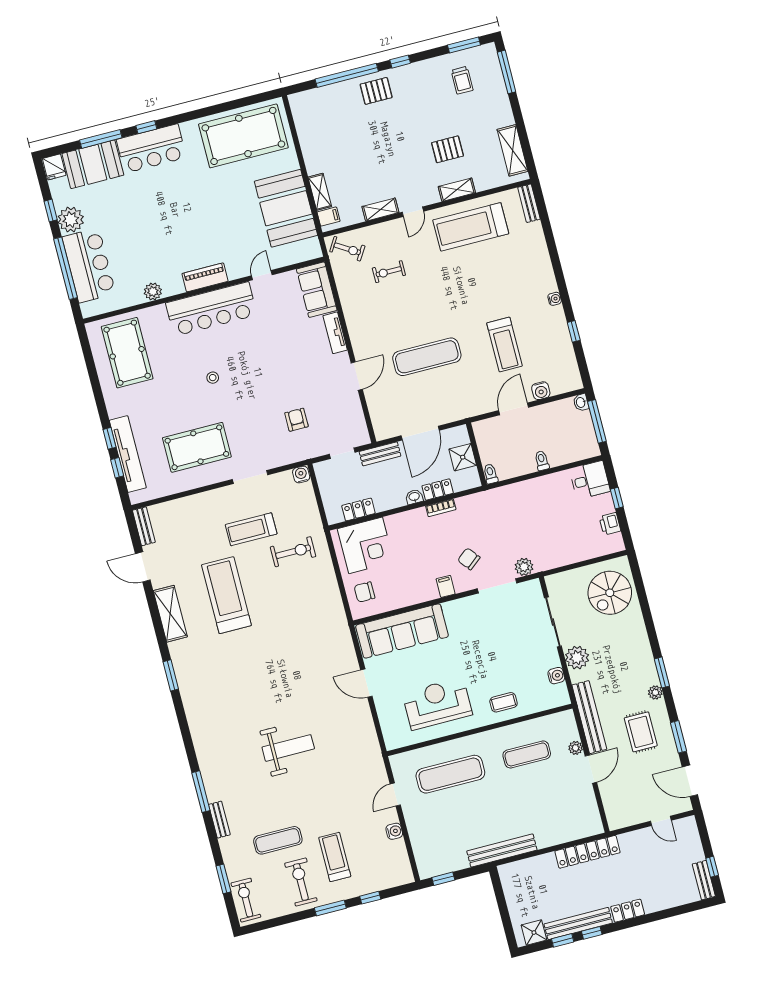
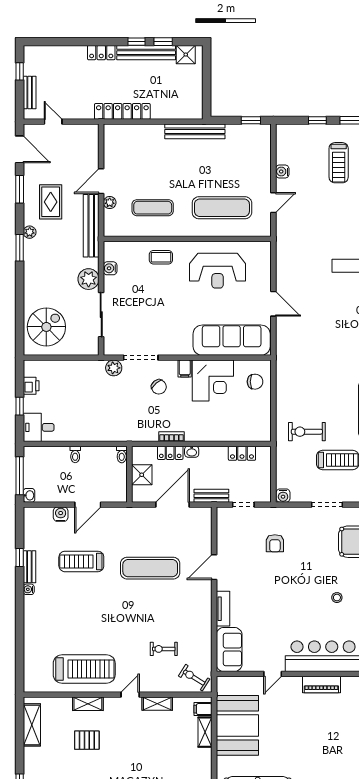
bench: (529, 203) -> (29, 567), moved
exercise bike: (389, 272) -> (164, 649), turned 180
treadmill: (504, 345) -> (81, 561), turned -90
corner desk: (366, 545) -> (213, 380), moved, turned 180
bench: (704, 880) -> (30, 93), moved

